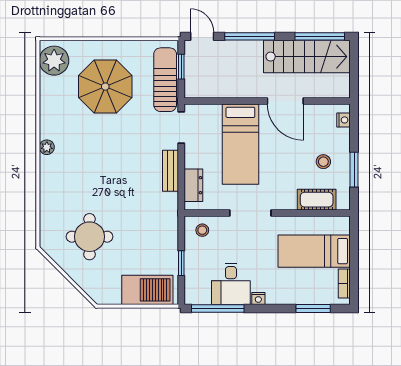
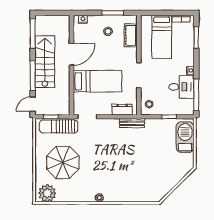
stairs: (307, 57) -> (45, 62), moved
bench: (170, 171) -> (132, 123), moved
round table: (89, 237) -> (153, 172), removed

